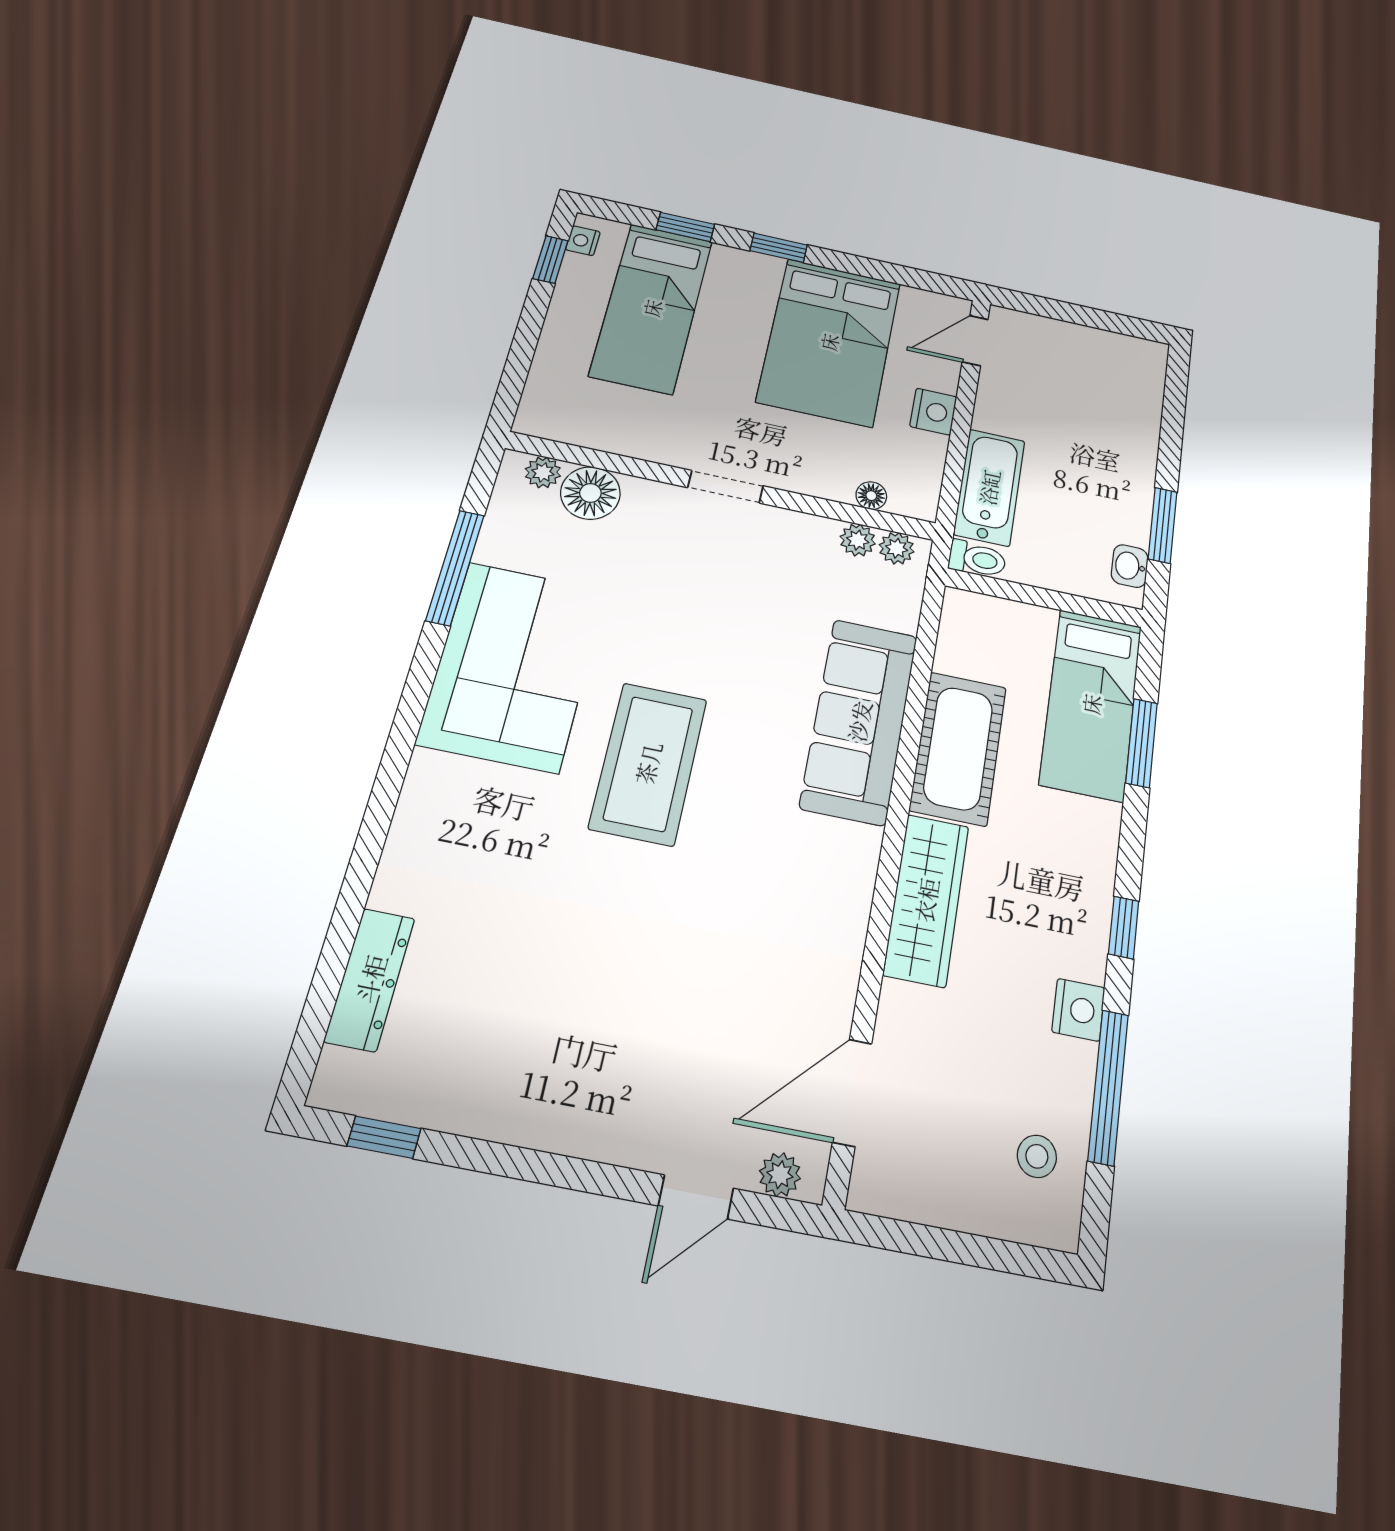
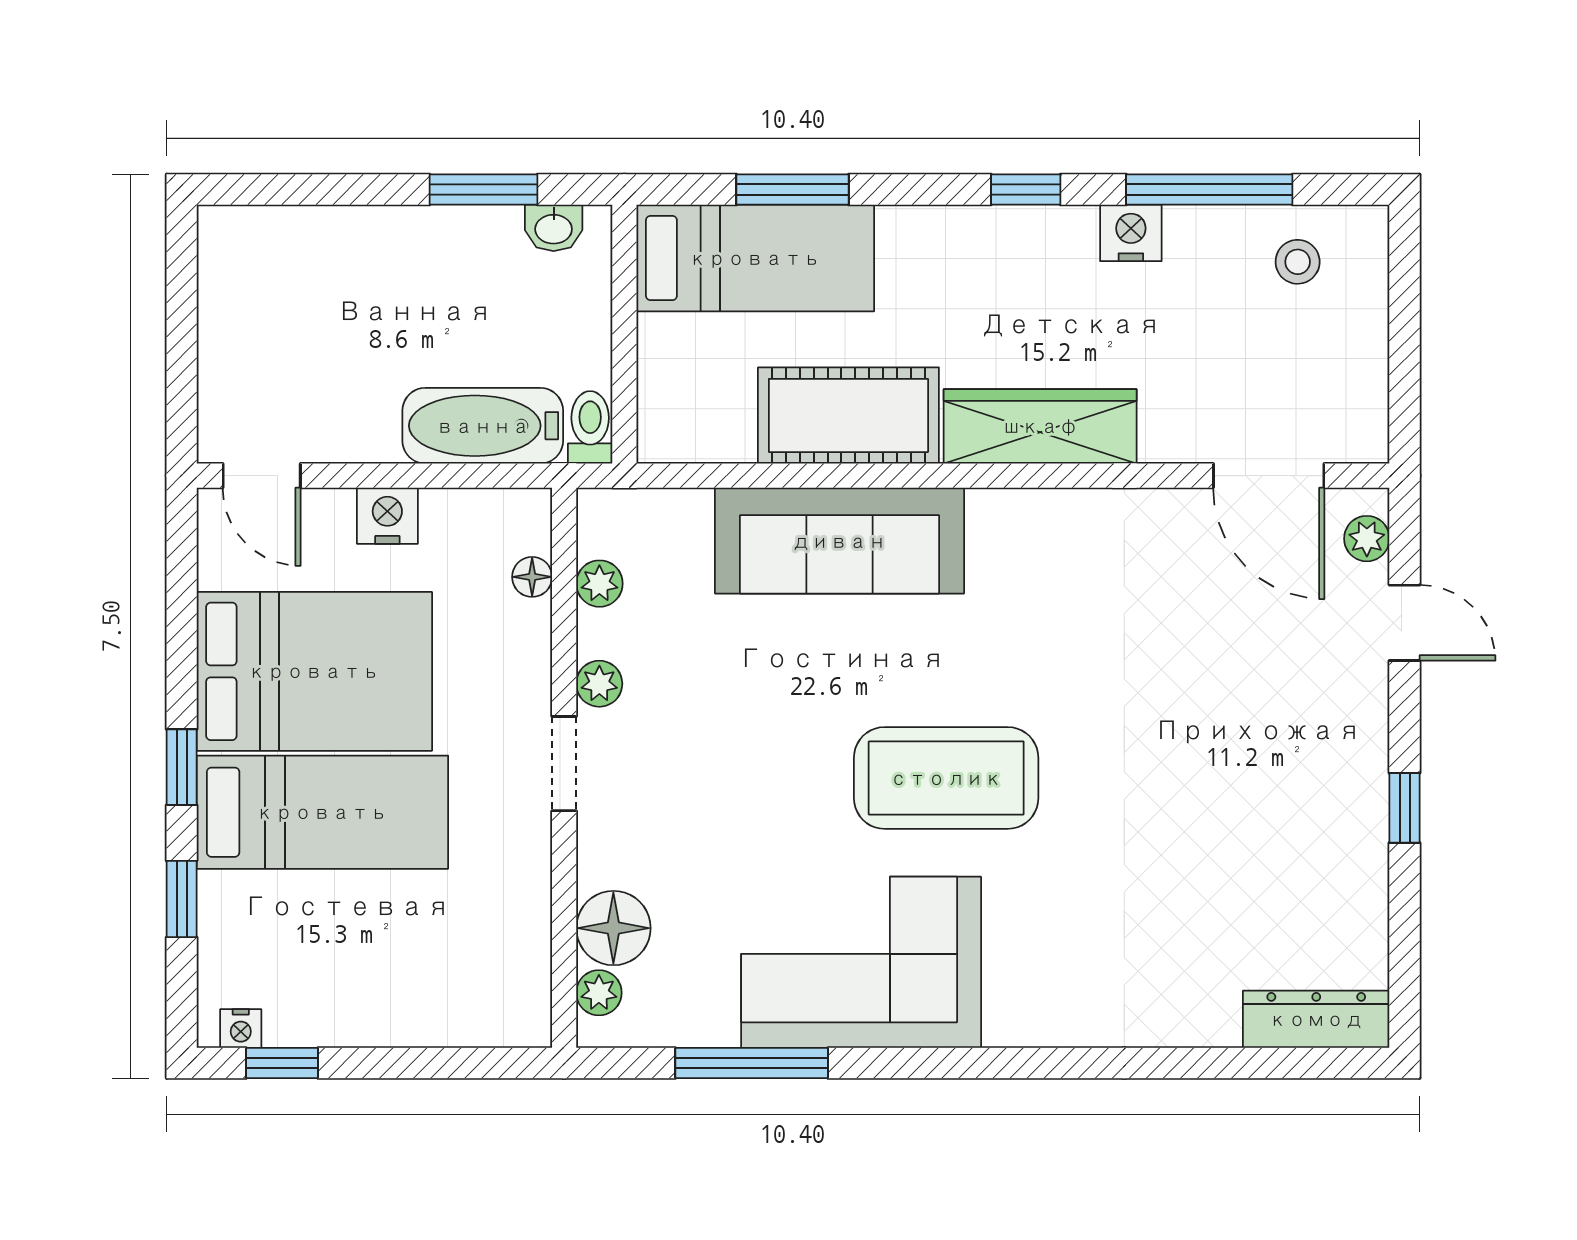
bed: (652, 308) -> (322, 812), moved
plant: (897, 548) -> (599, 684), moved
dresser: (370, 979) -> (1316, 1019), moved
window: (384, 1137) -> (1405, 808), moved

